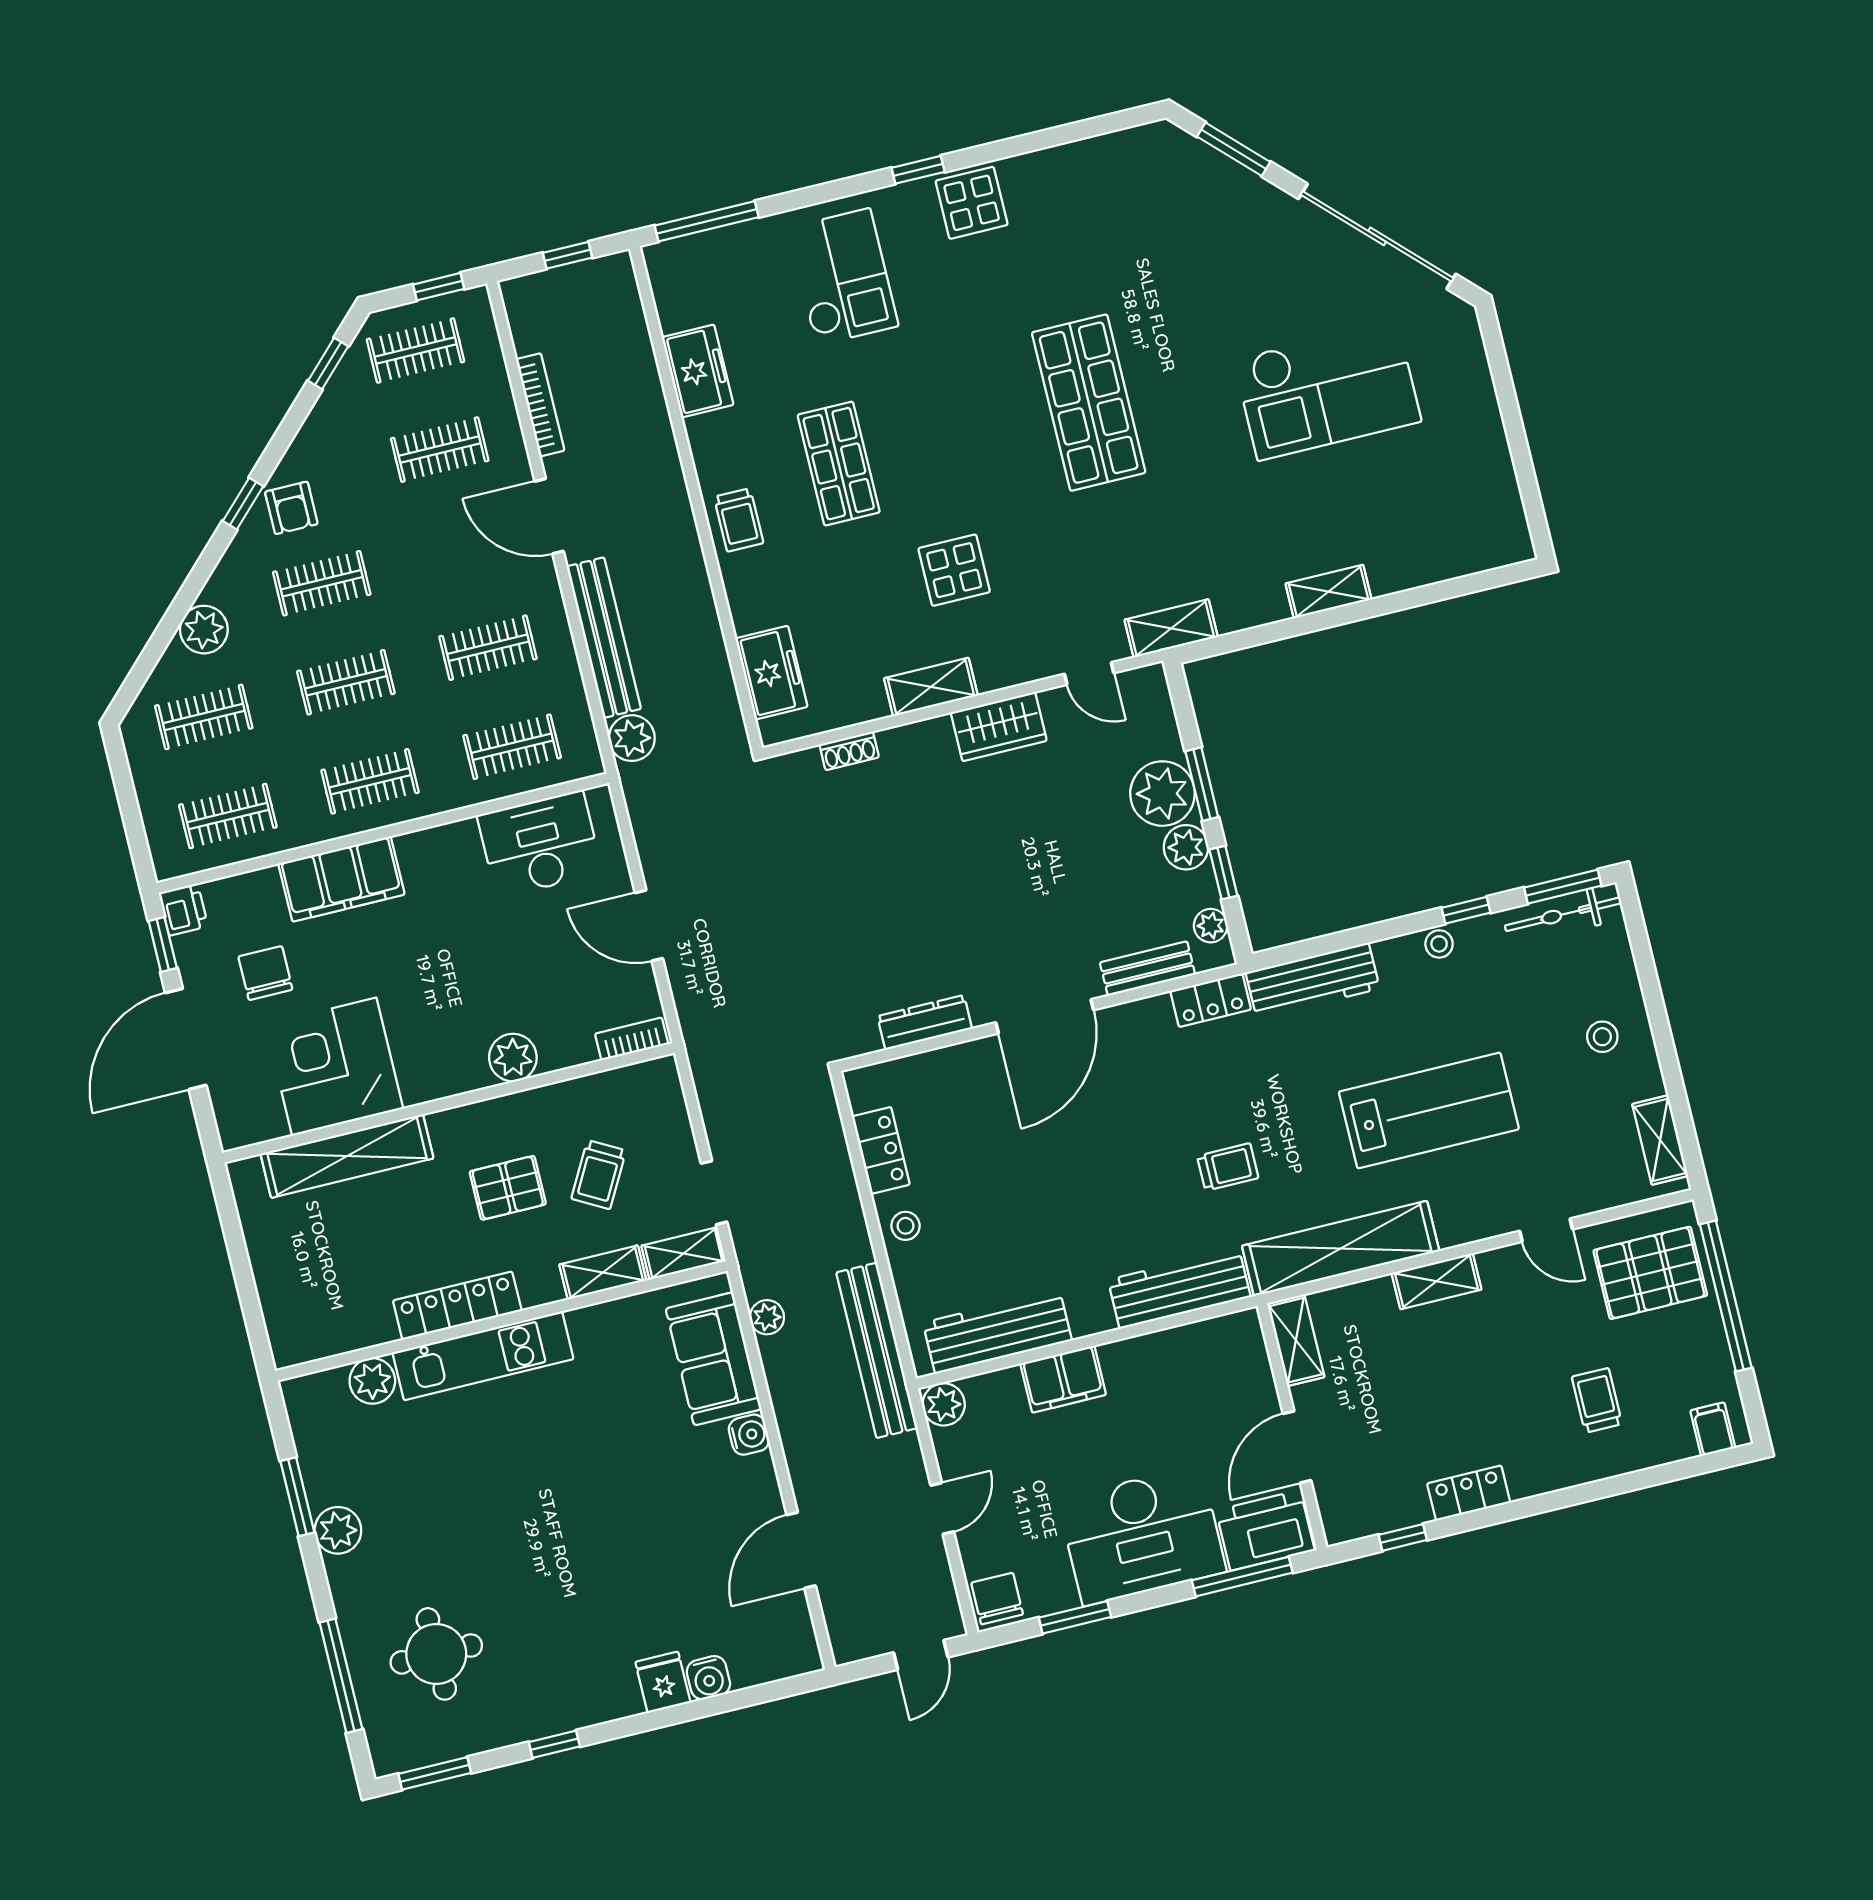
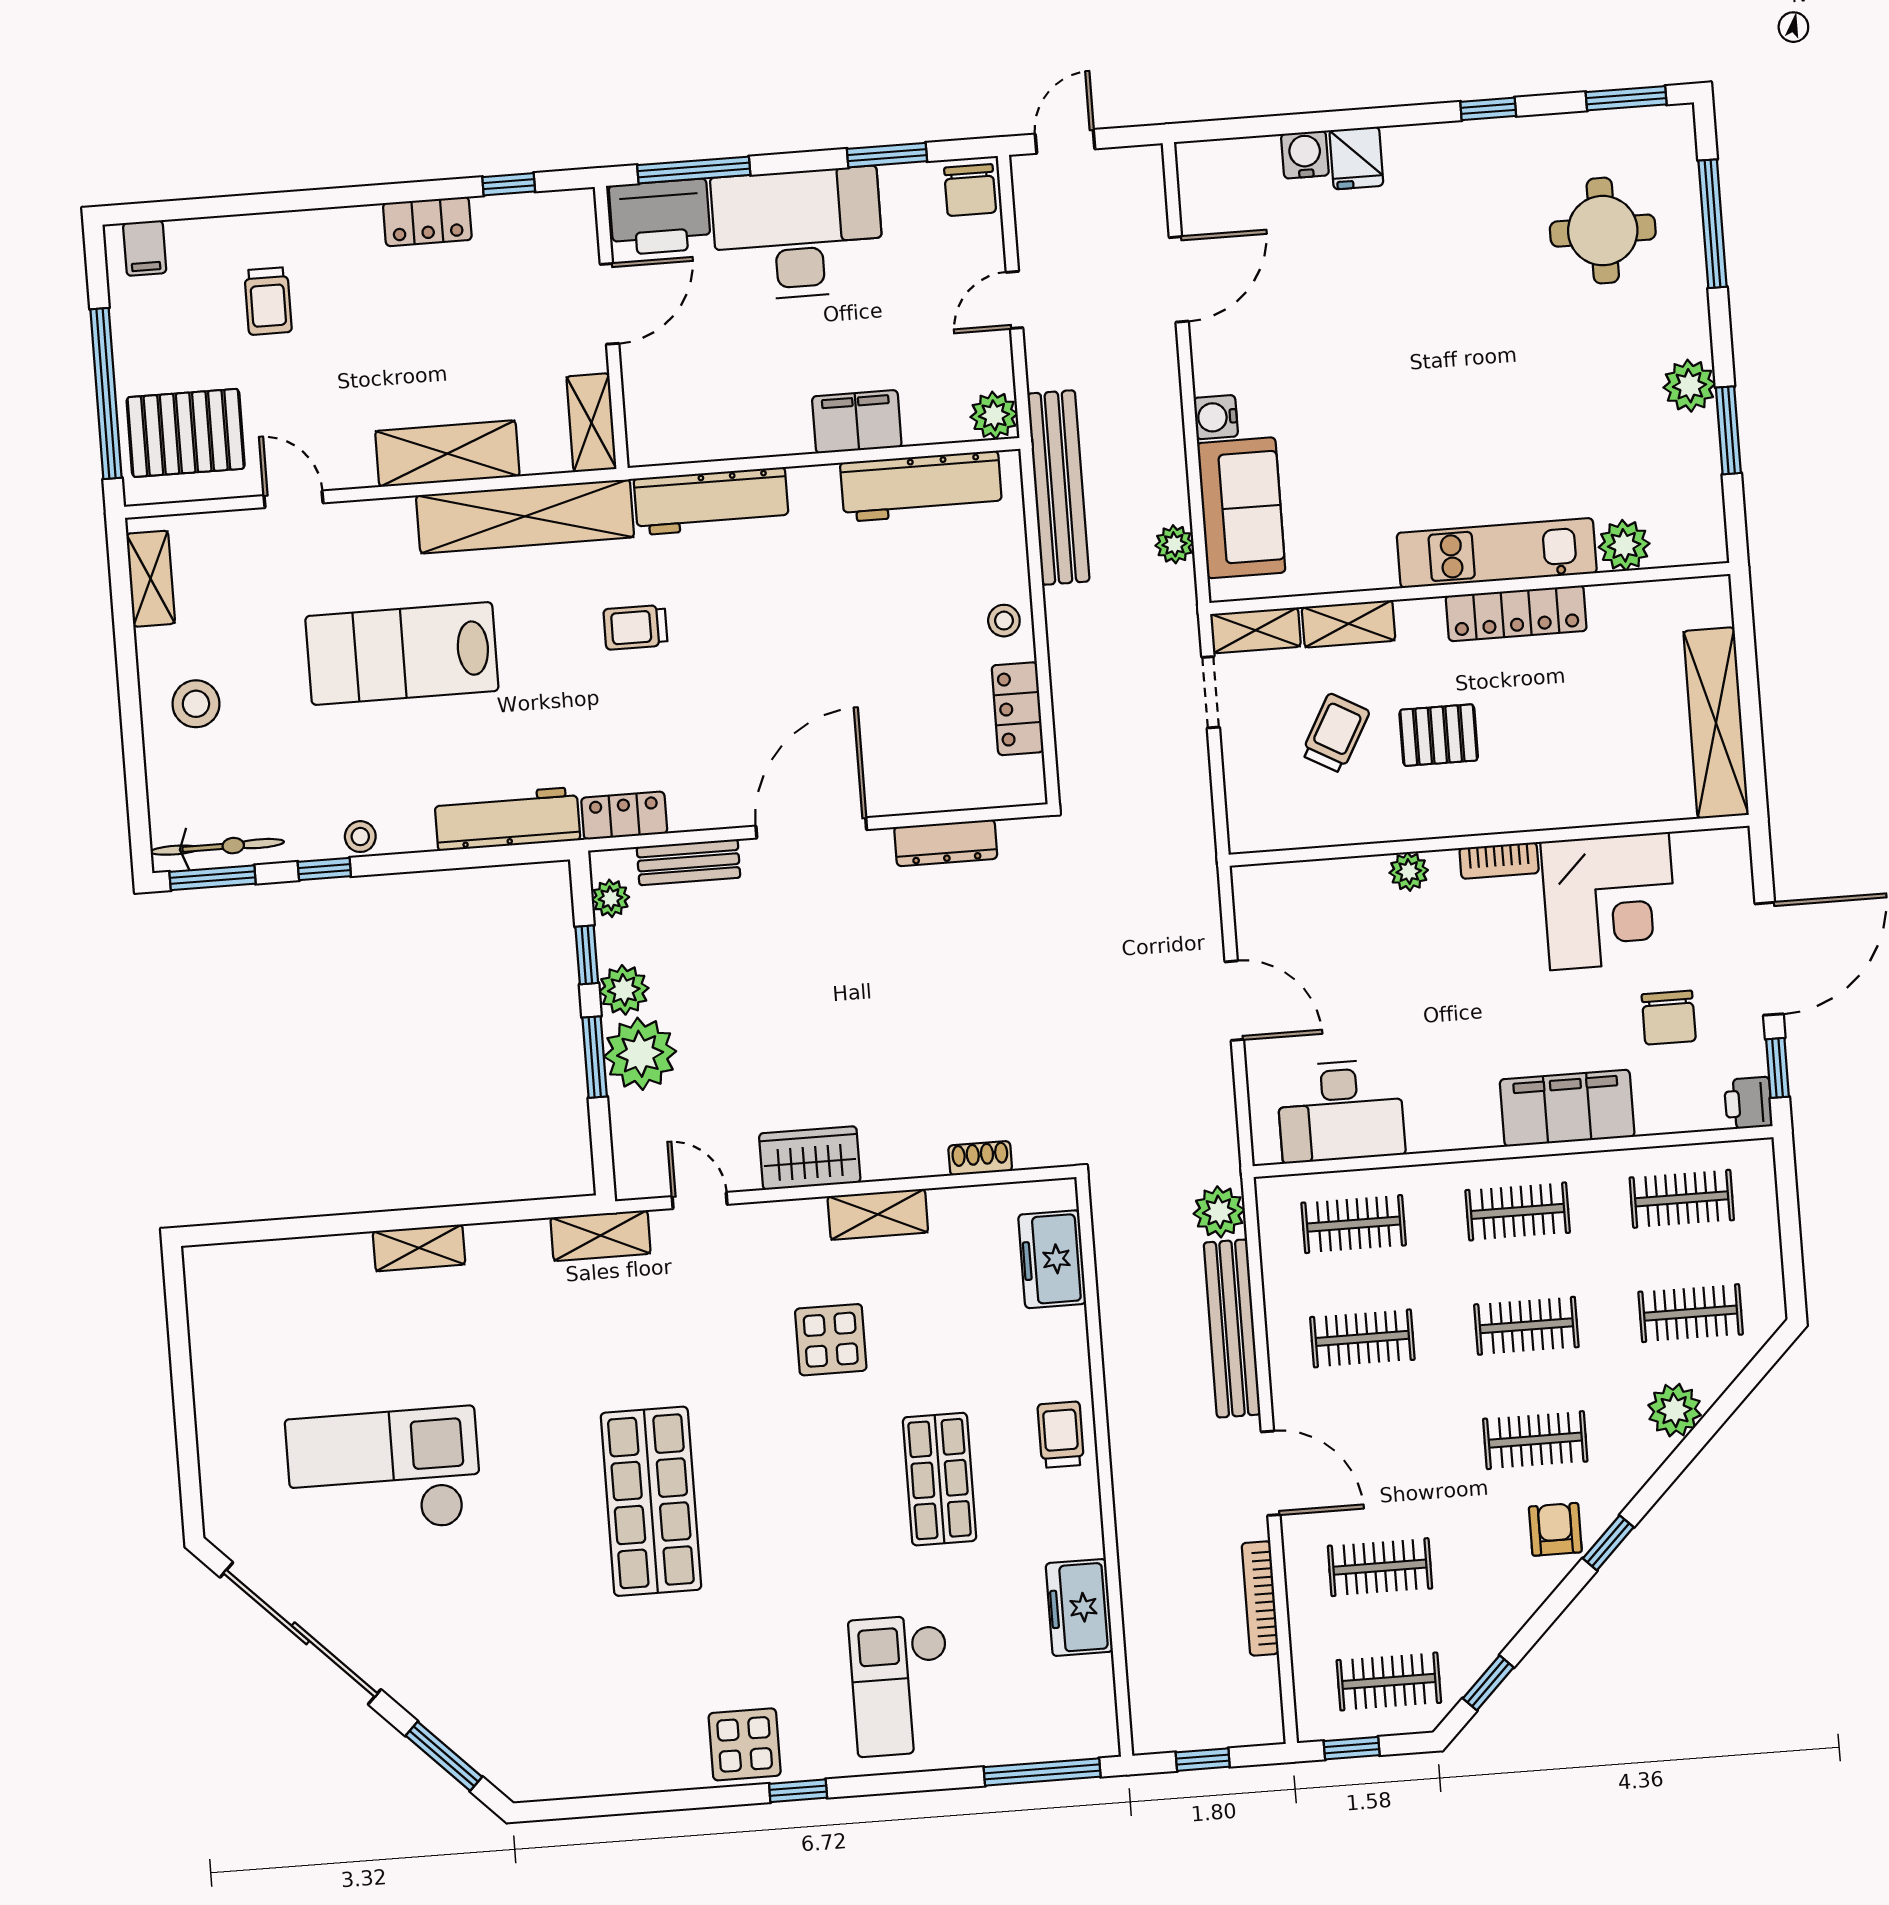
stool: (1602, 1037) -> (196, 704), width x1.37, depth x1.37
bookcase: (632, 1039) -> (1499, 861), moved
plant: (513, 1058) -> (1409, 871), width x0.73, depth x0.73
shelving: (347, 1156) -> (1716, 723), moved, turned 90
shelving: (1437, 1281) -> (447, 454), width x1.50, depth x1.33

